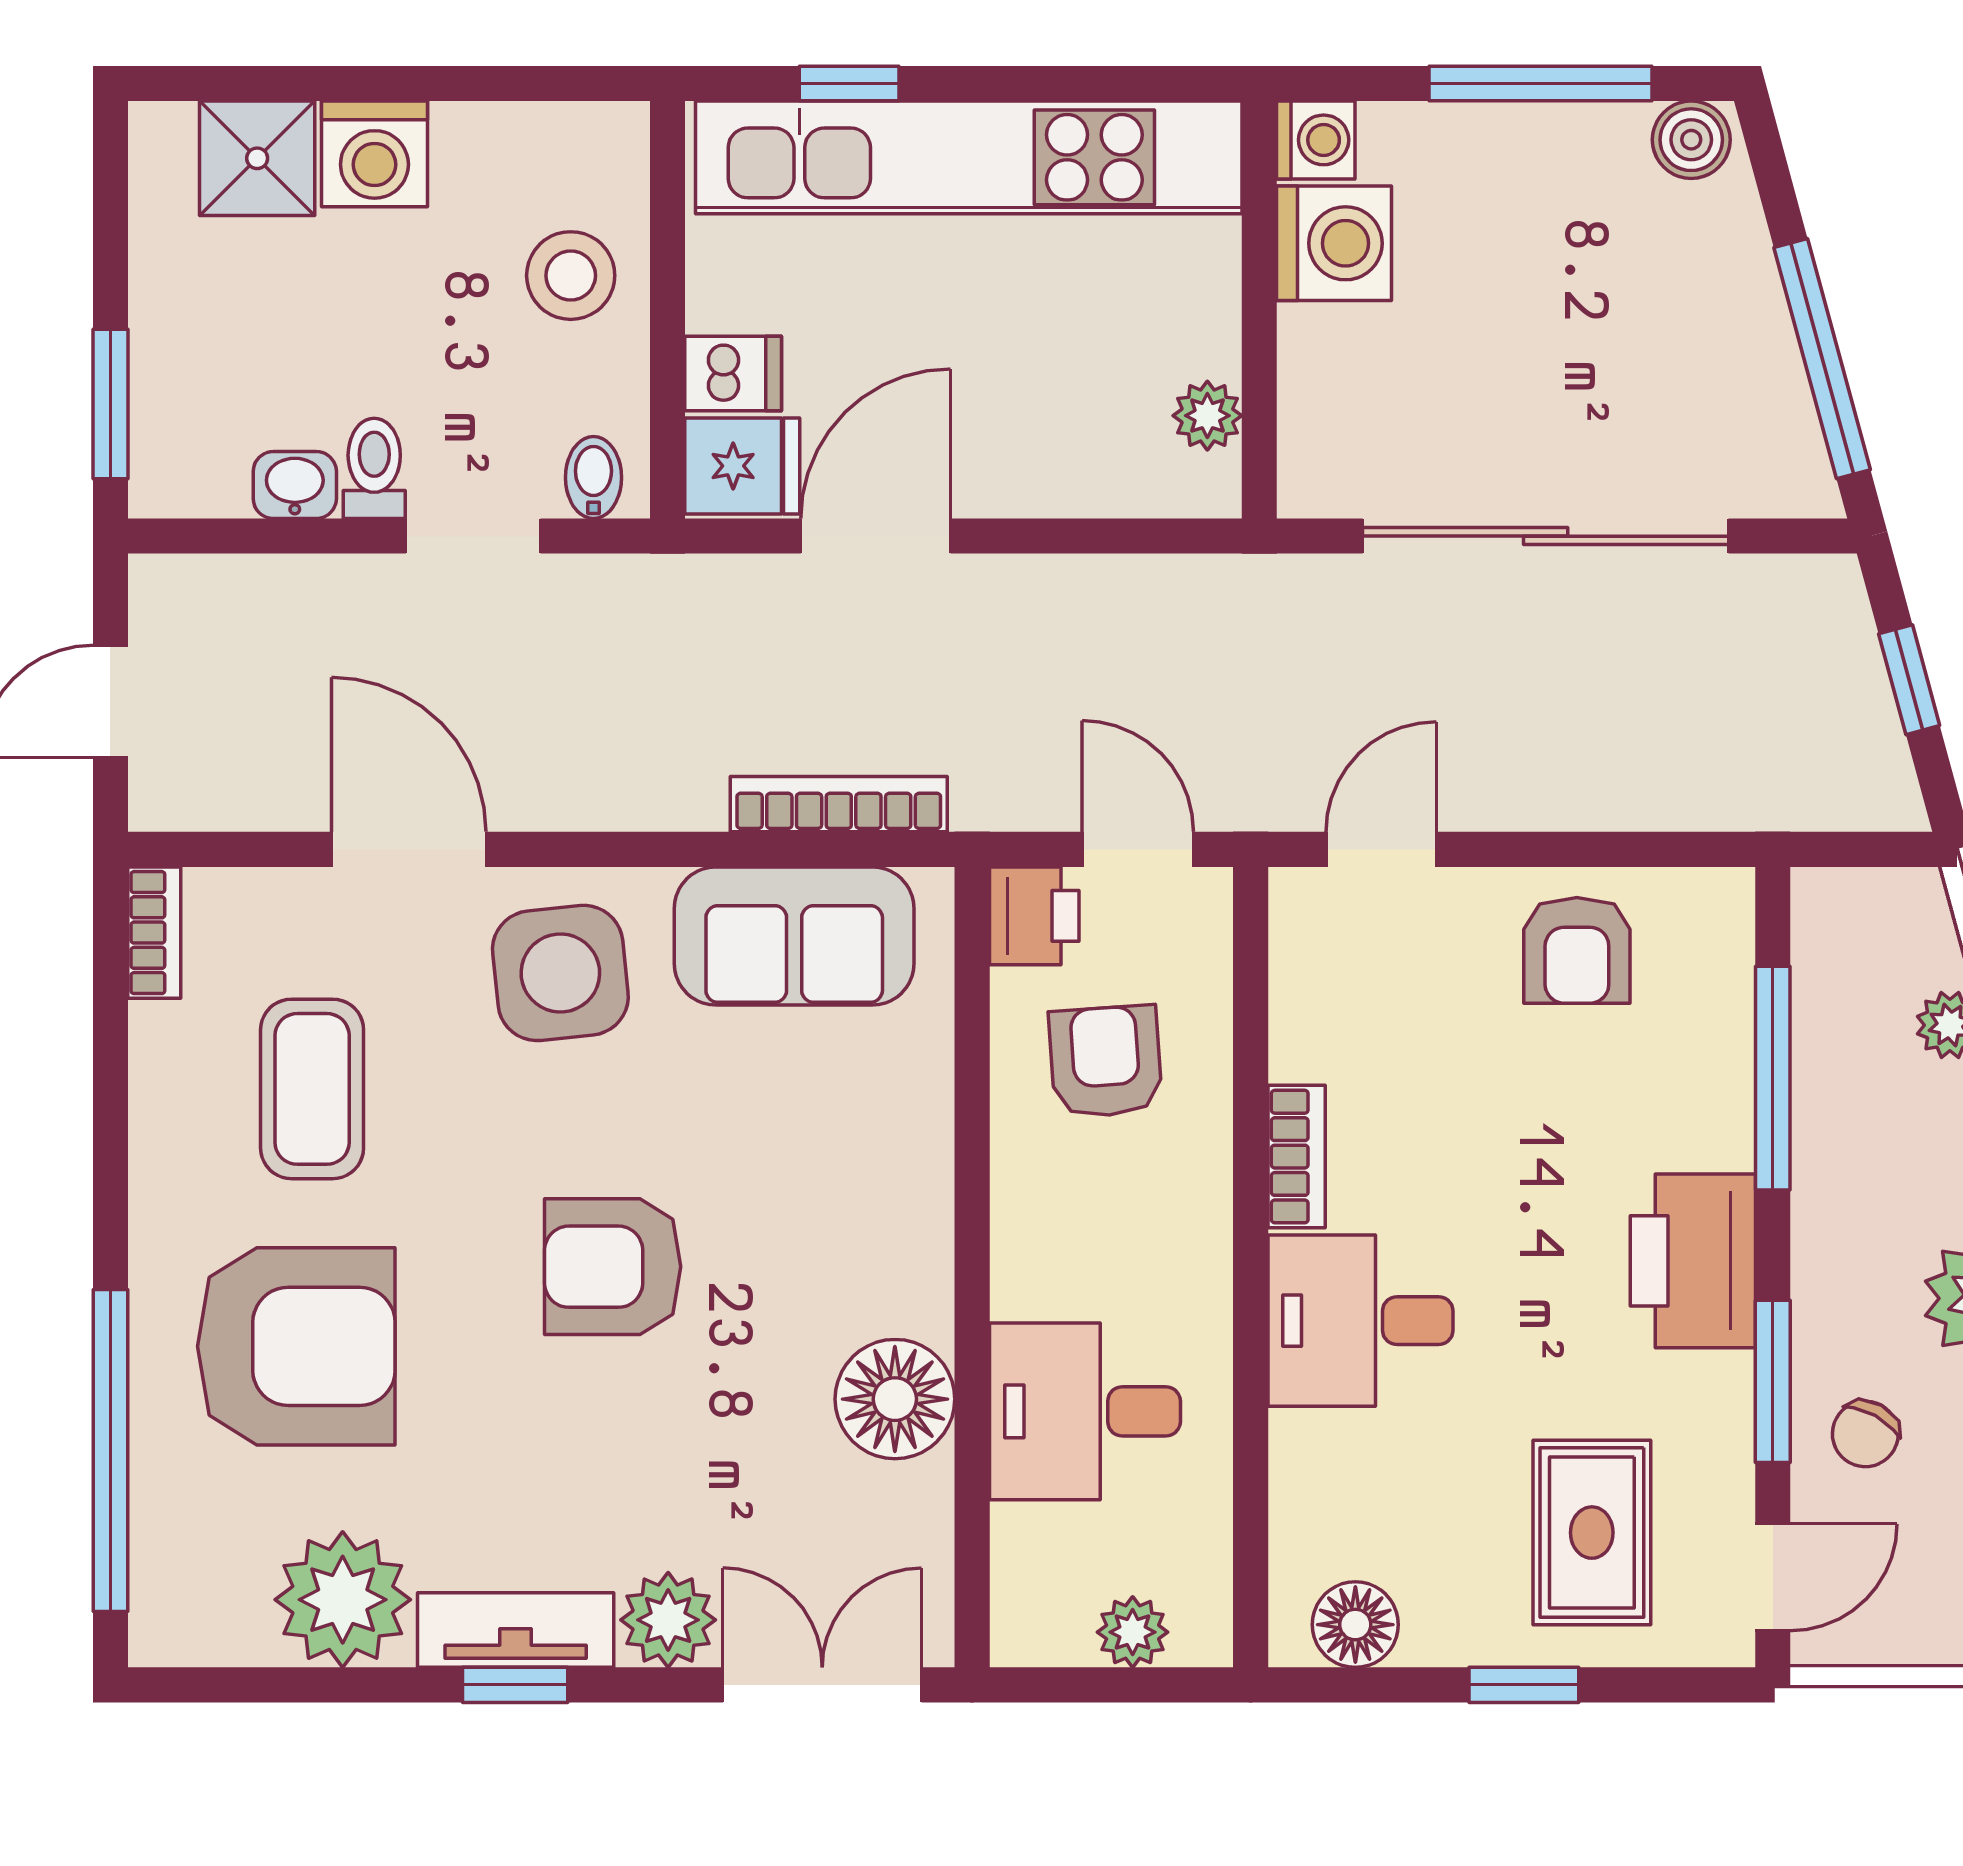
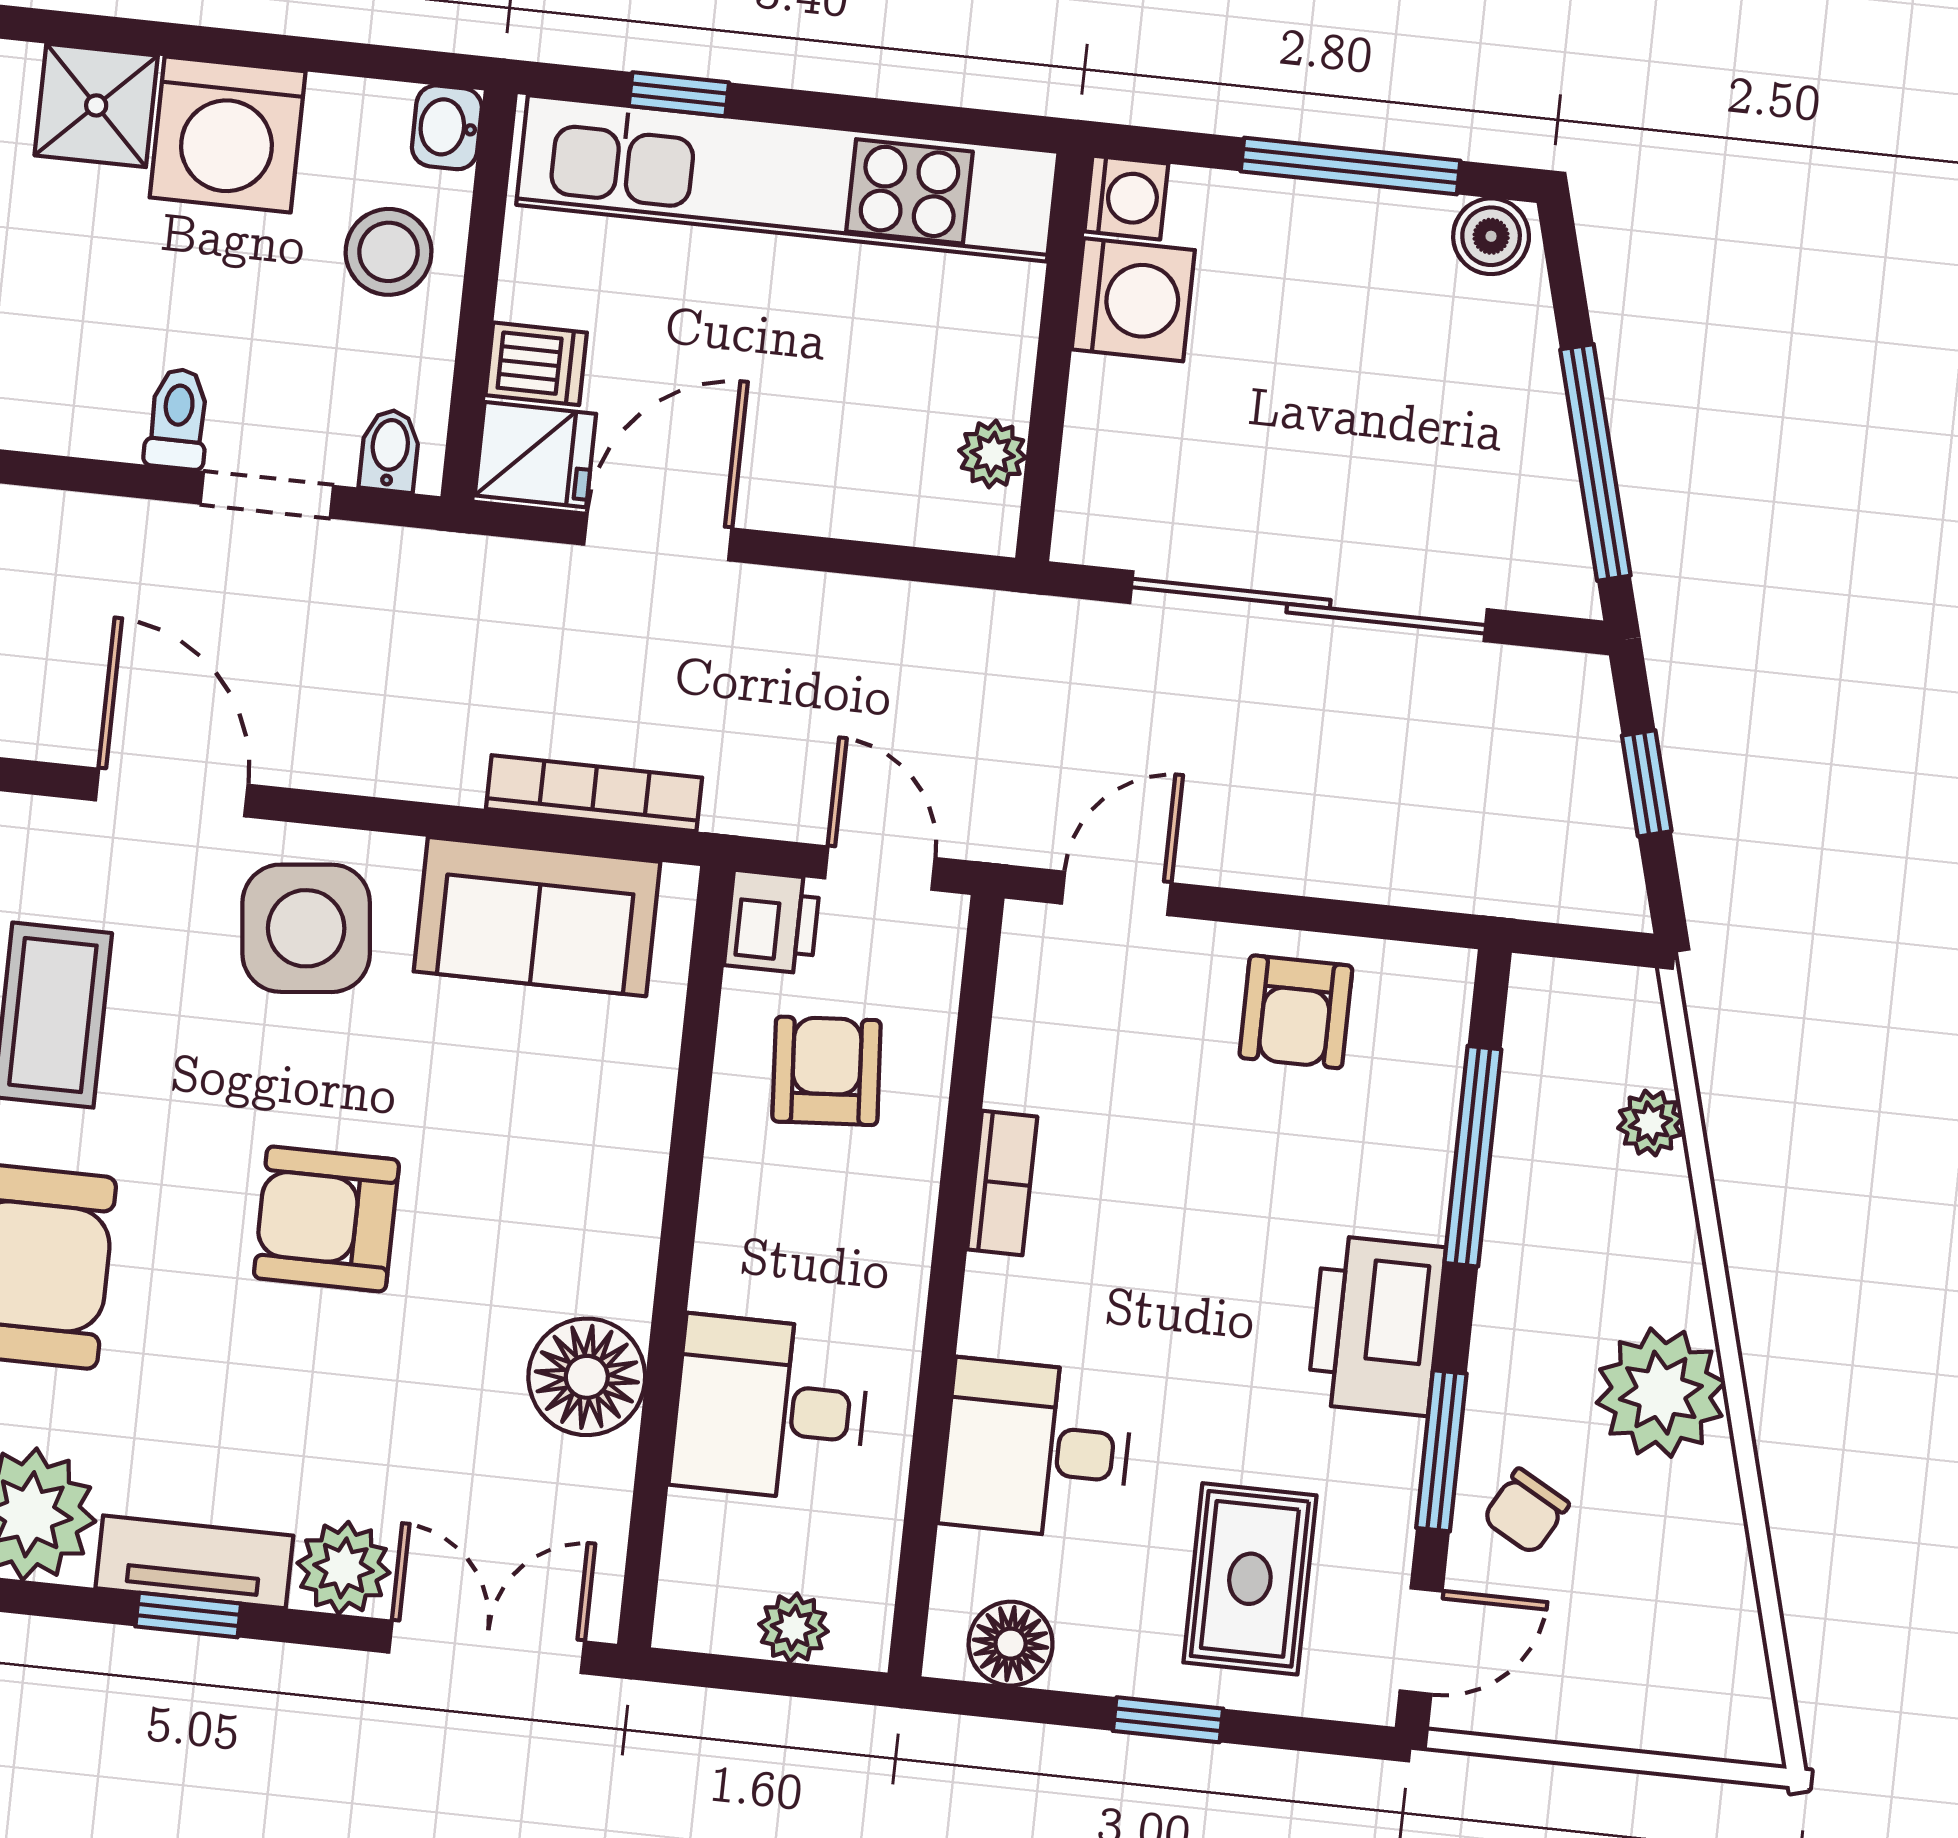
washing machine: (374, 154) -> (228, 134), width x1.37, depth x1.37
washbasin: (295, 485) -> (447, 127), moved, turned -90
desk: (1360, 1321) -> (1036, 1449), moved

